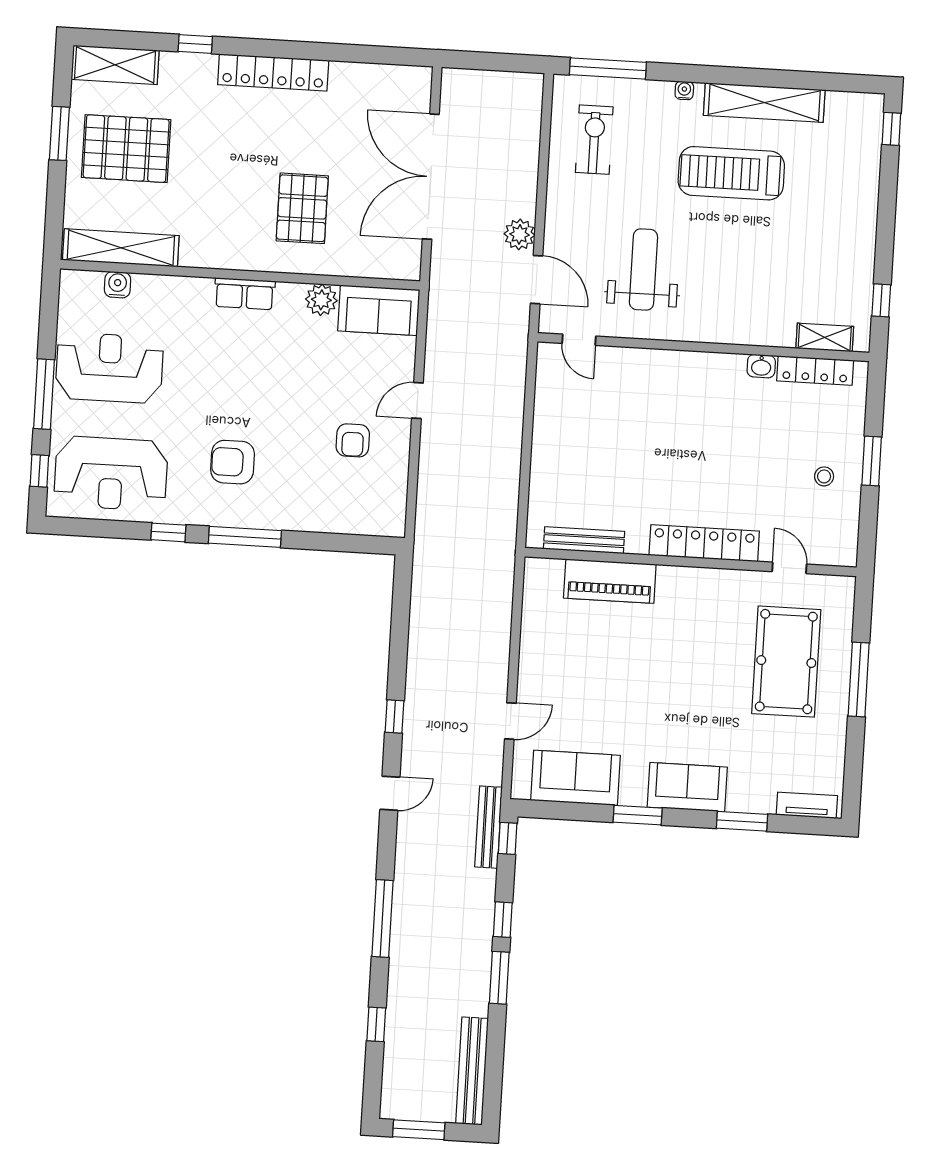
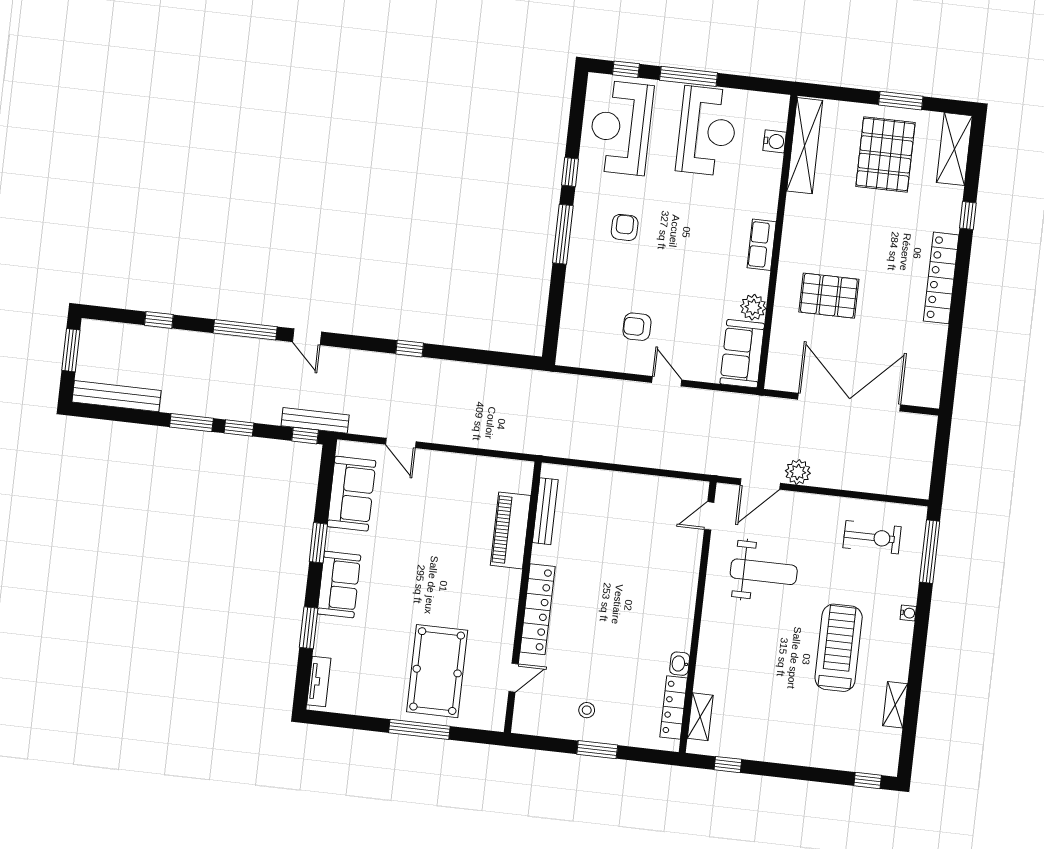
shelving: (764, 103) -> (895, 705), width x0.45, depth x0.75
armchair: (233, 462) -> (625, 227), width x0.72, depth x0.72
pool table: (786, 662) -> (437, 671), turned 90
door: (390, 793) -> (307, 337), moved

